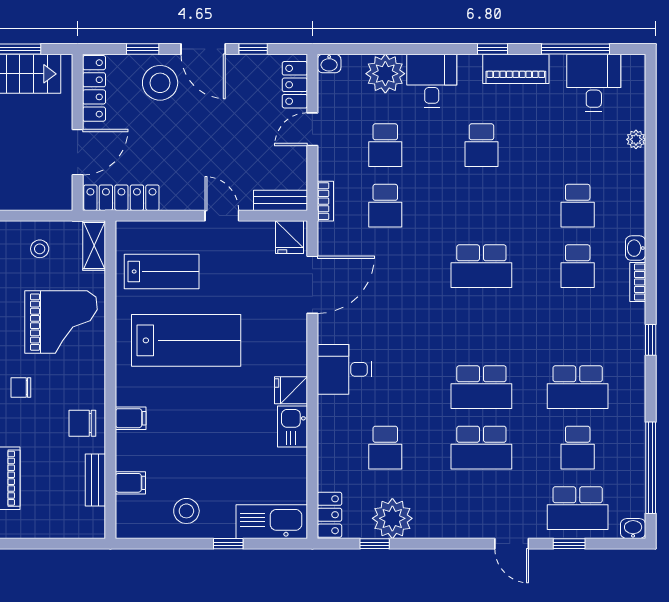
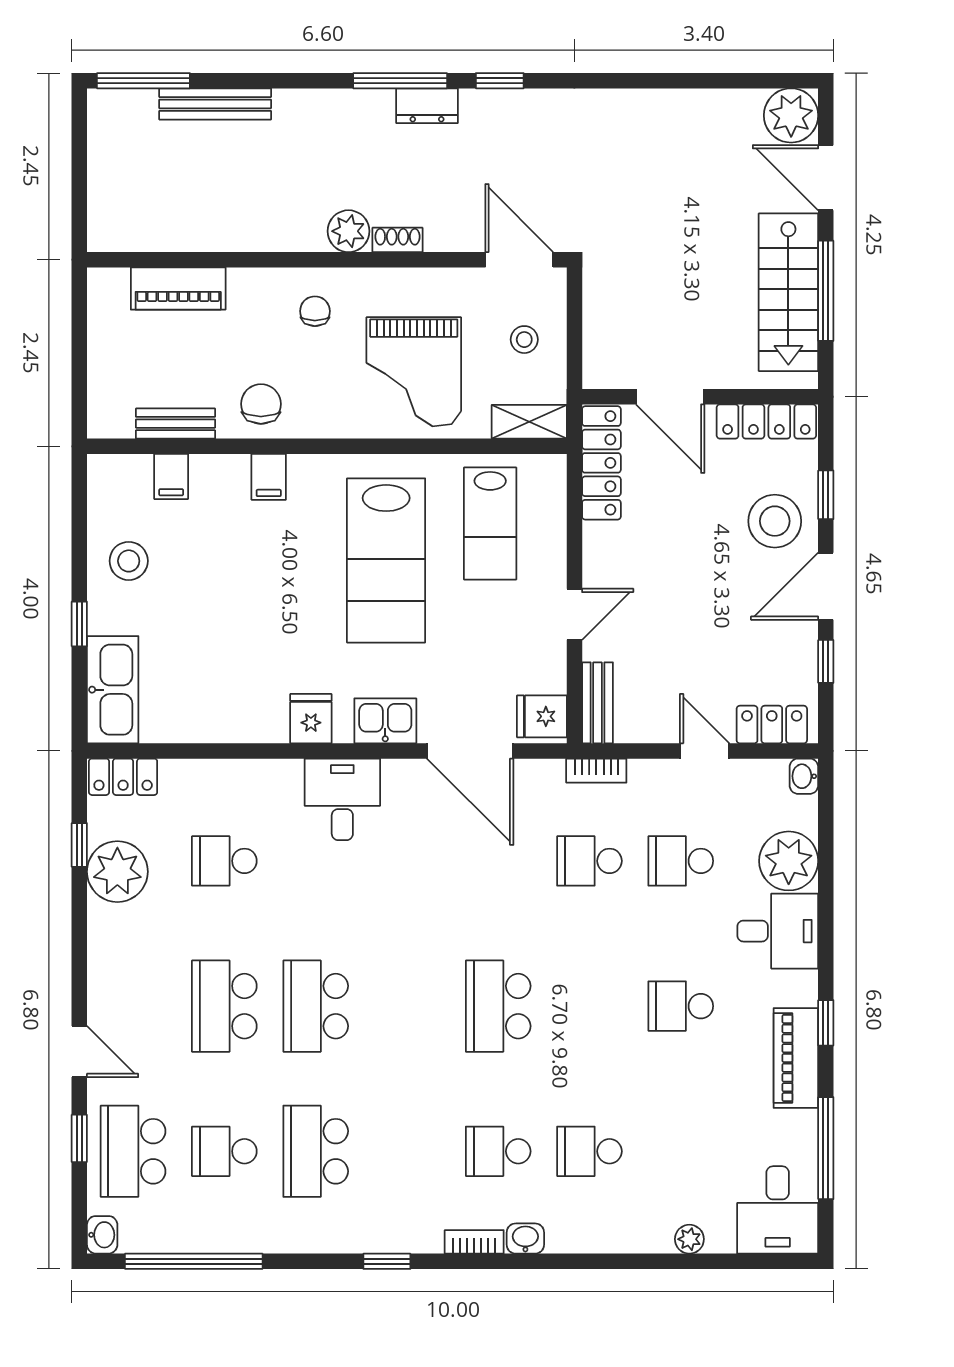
desk: (594, 83) -> (778, 1210), moved, turned 90
kitchen sink: (292, 427) -> (385, 721), moved
door: (512, 544) -> (79, 1052), swing flipped

